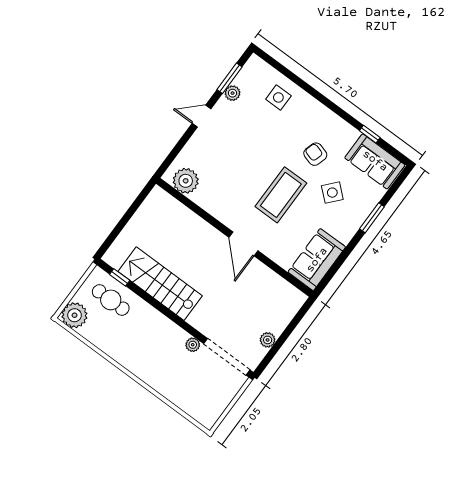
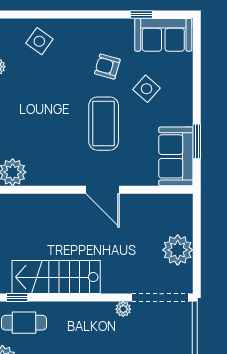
side table: (278, 97) -> (39, 41), turned 36
window: (372, 218) -> (197, 141), moved
plant: (268, 340) -> (178, 250), width x1.87, depth x1.87

